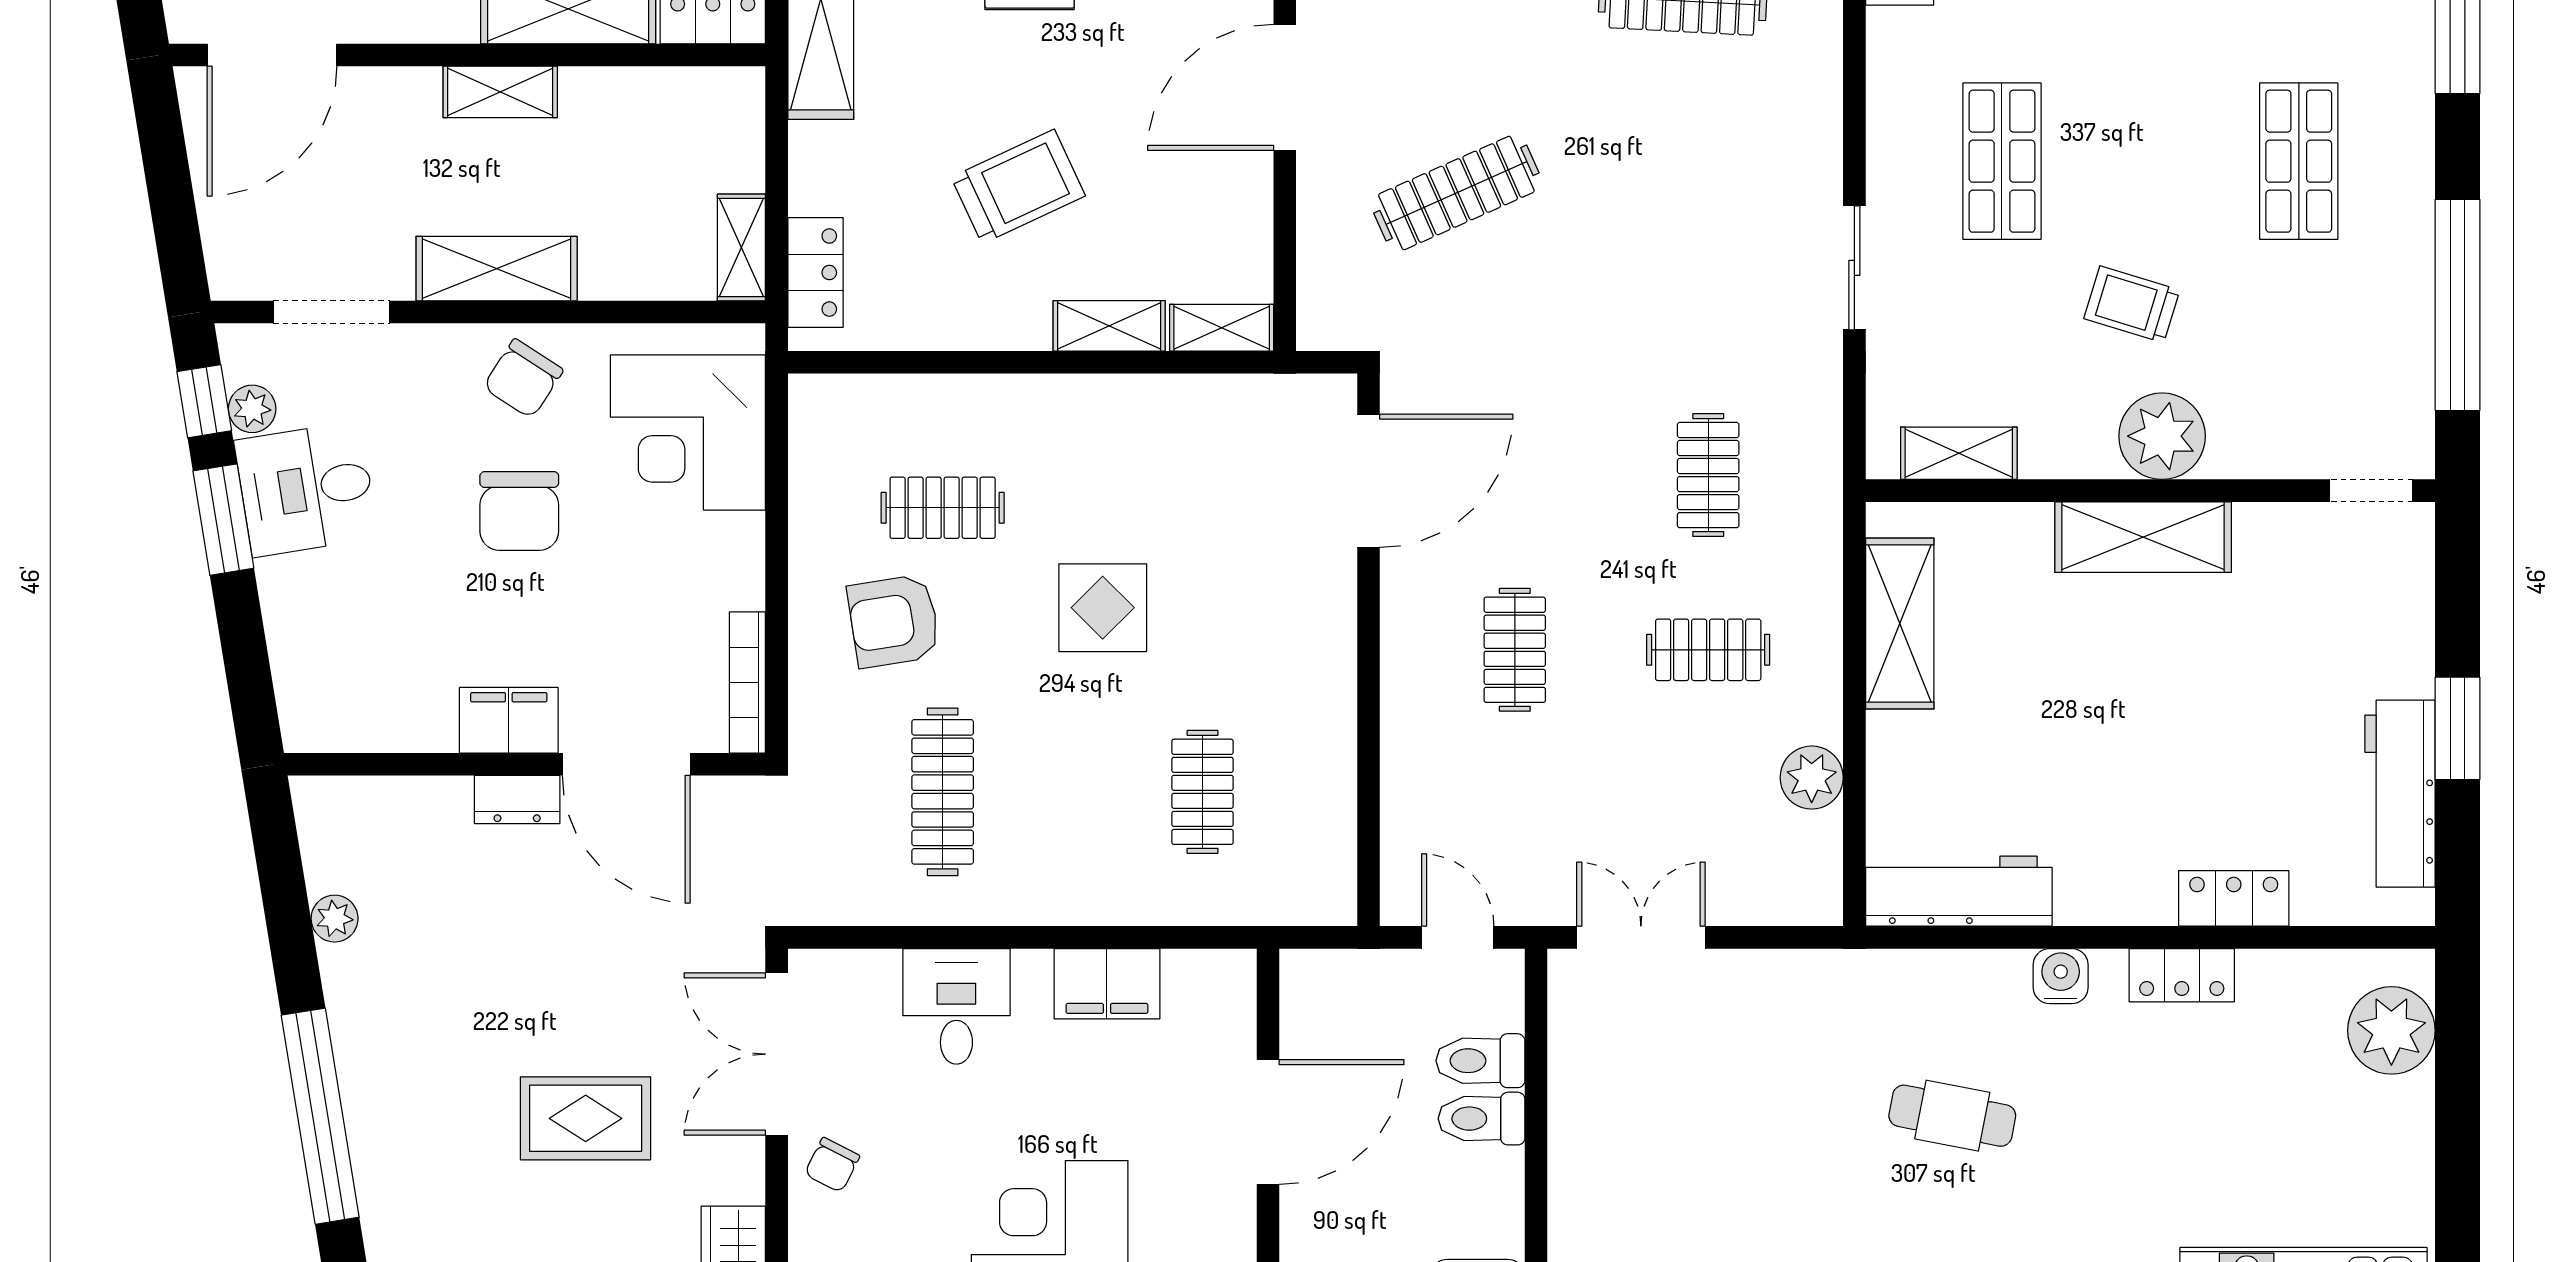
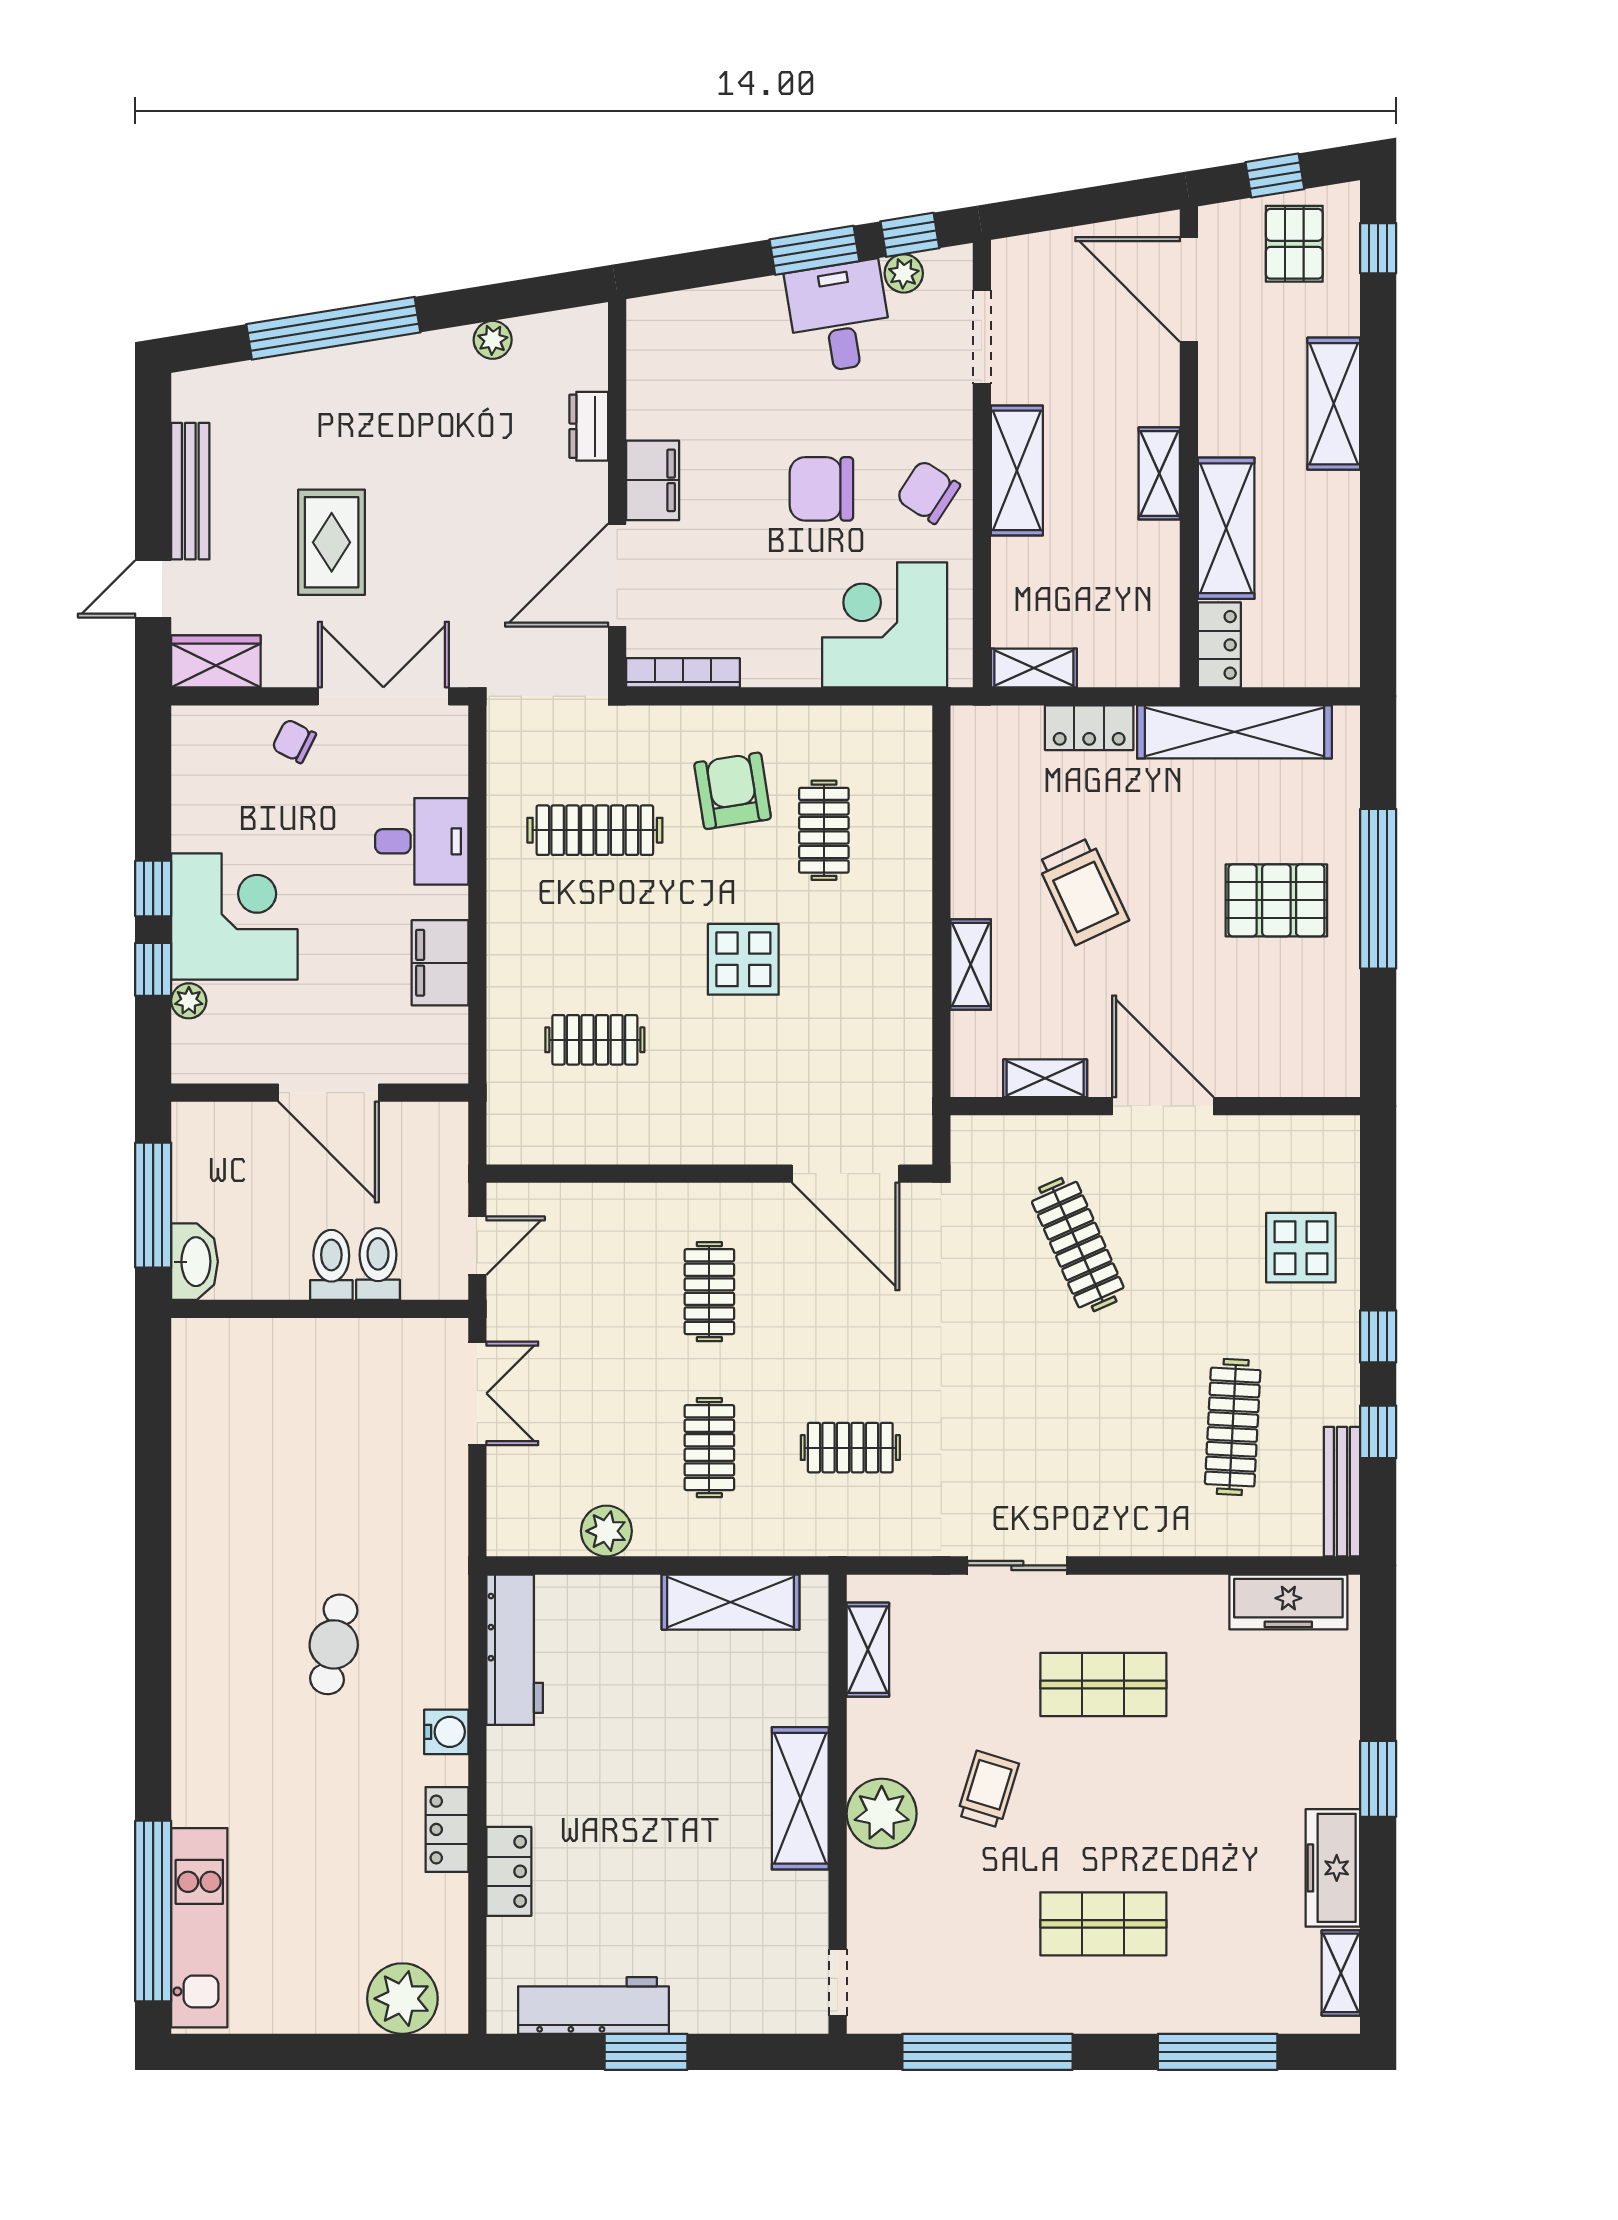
locker: (815, 273) -> (1089, 728), moved
shelving: (1222, 328) -> (1045, 1078), moved, turned 90
clothes rail: (1515, 650) -> (709, 1292), turned 90
dresser: (517, 799) -> (589, 426), moved

